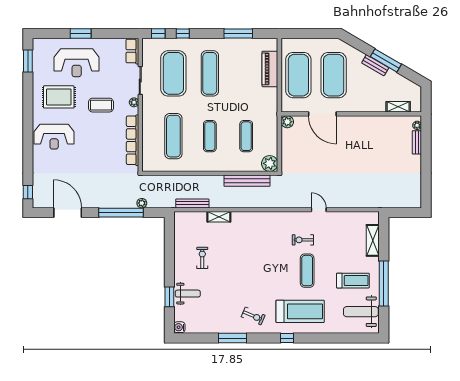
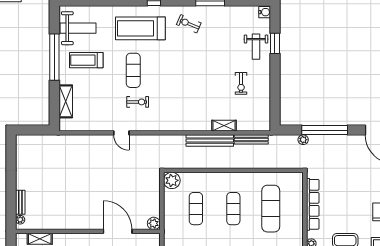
bench: (247, 181) -> (210, 141), moved
weight bench: (188, 294) -> (256, 47), turned -90

